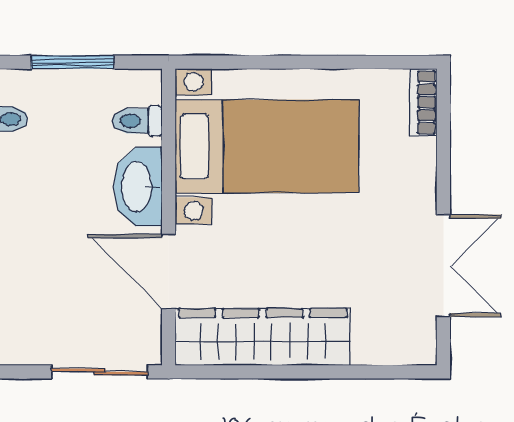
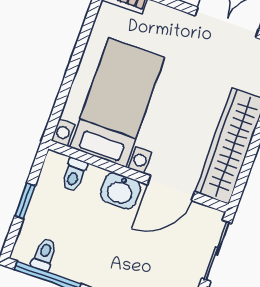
window: (73, 62) -> (25, 201), width x0.67
washbasin: (138, 187) -> (120, 191), width x0.72

